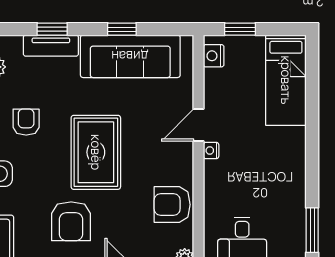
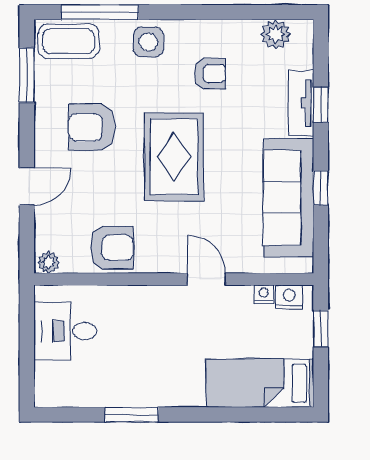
nightstand: (211, 151) -> (264, 294), moved
rug: (96, 152) -> (174, 157), turned 90
armchair: (172, 205) -> (112, 248), turned 90
window: (312, 230) -> (131, 415), moved

